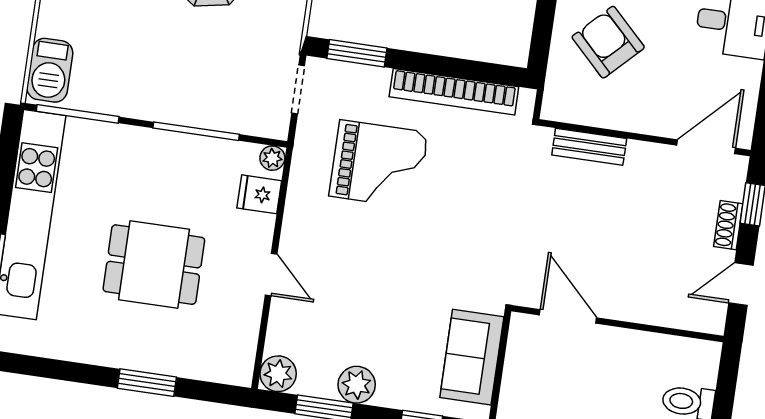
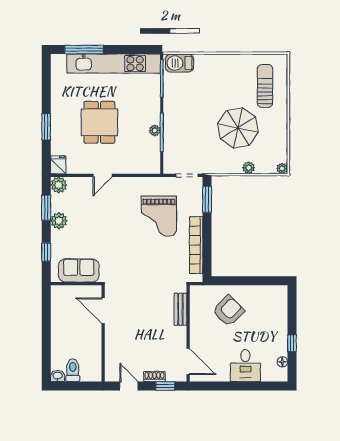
plant: (272, 158) -> (155, 130), moved
fridge: (259, 194) -> (58, 165), moved
door: (568, 316) -> (103, 311), swing flipped

